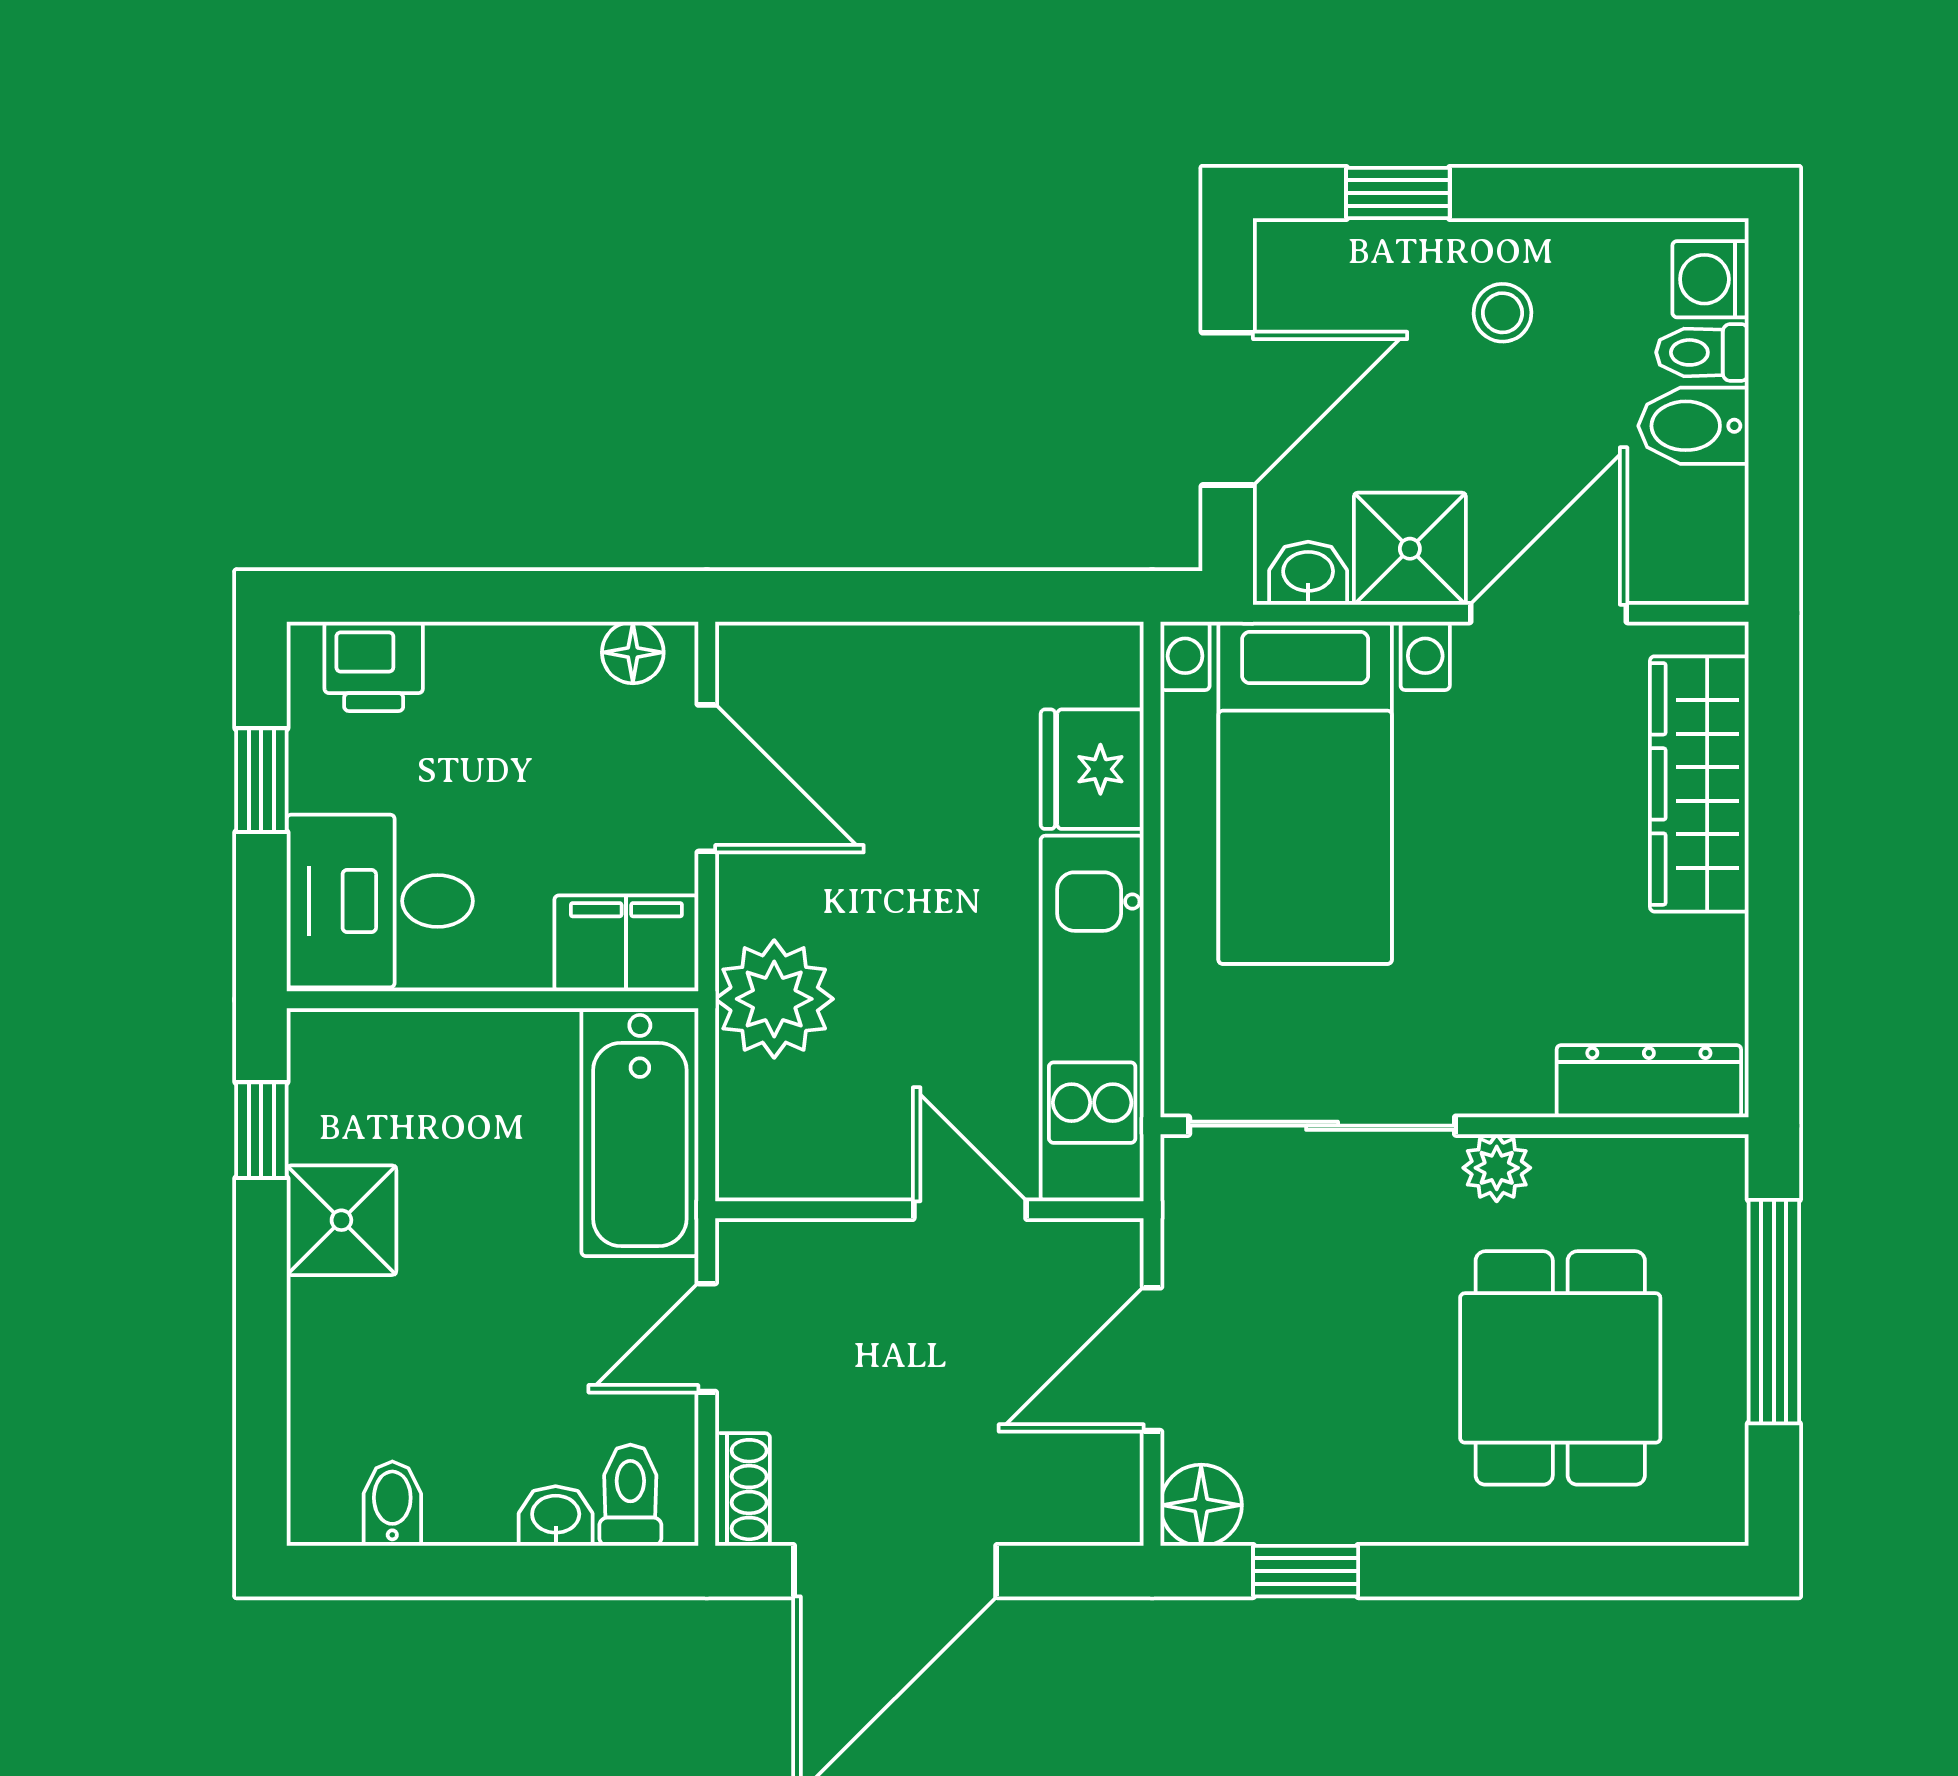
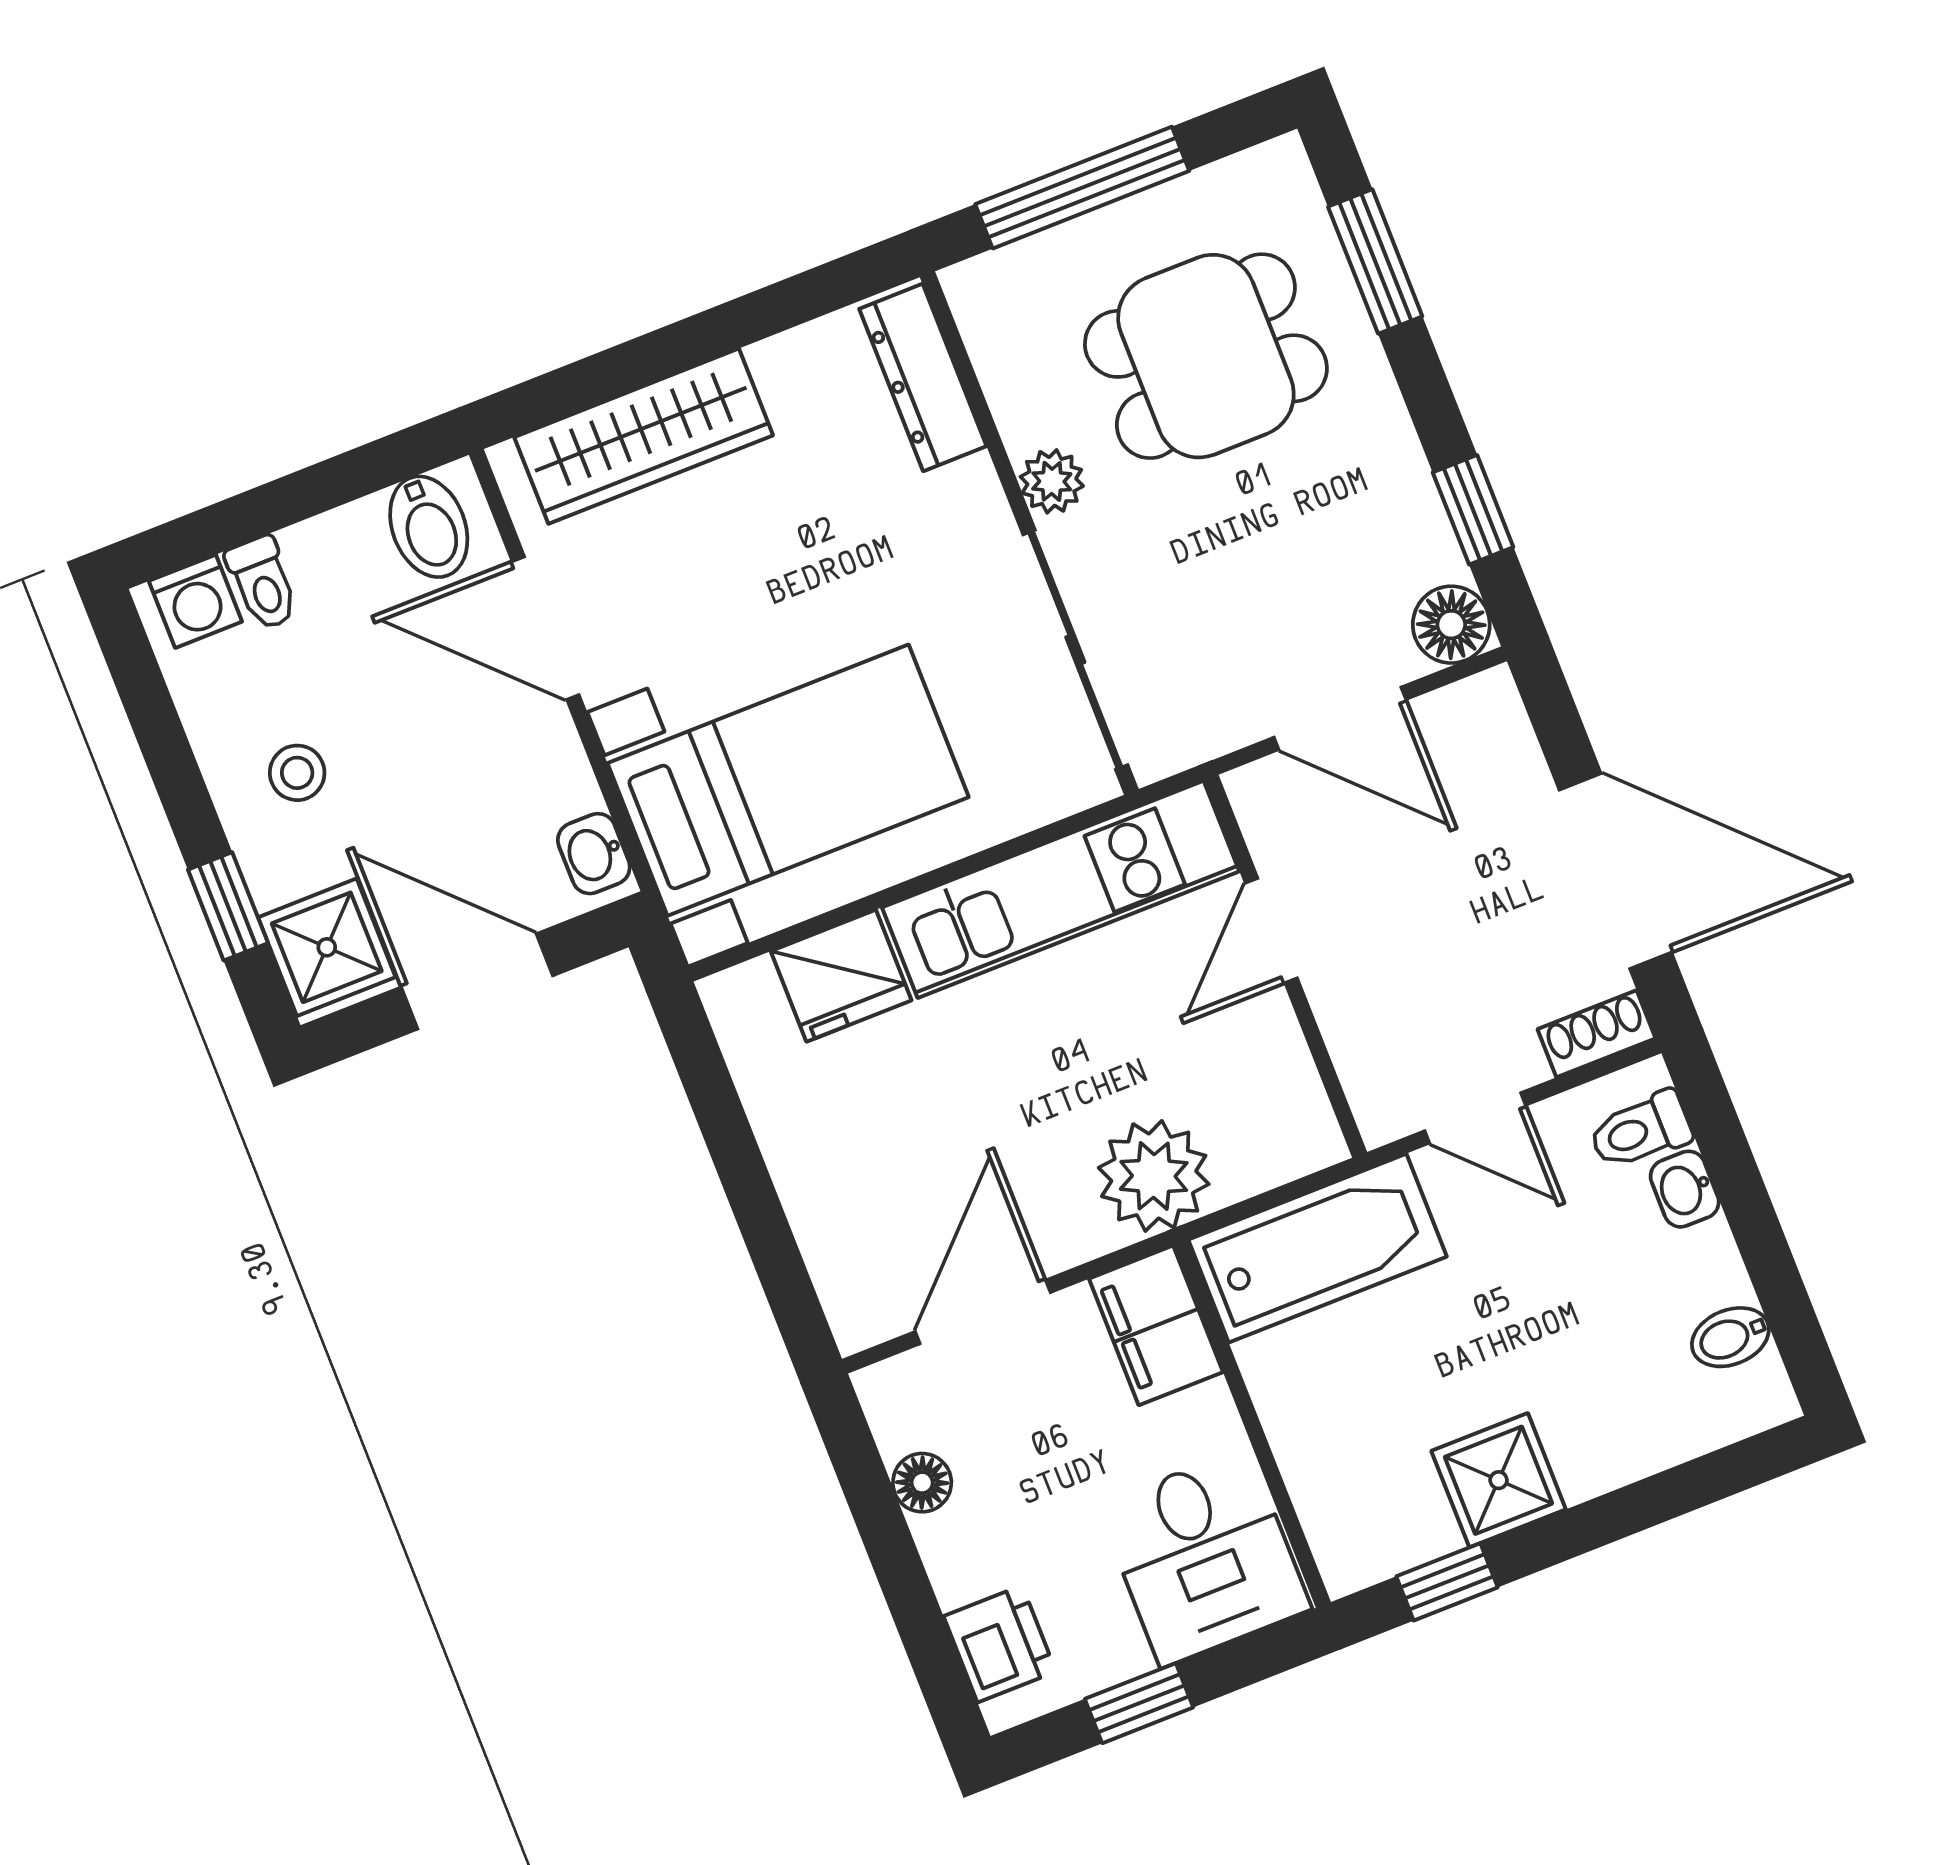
bidet: (1693, 426) -> (429, 527), moved
shower: (1410, 549) -> (327, 947), moved
floor lamp: (633, 652) -> (922, 1483), moved
window: (1588, 1571) -> (1375, 261), added

